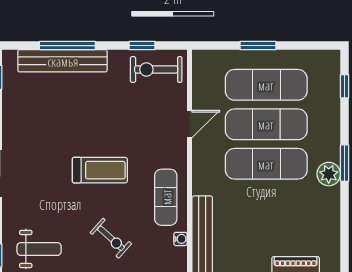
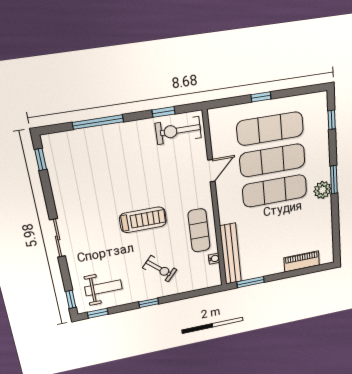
window: (258, 46) -> (261, 97), width x0.67
bench: (63, 61) -> (96, 136), removed

